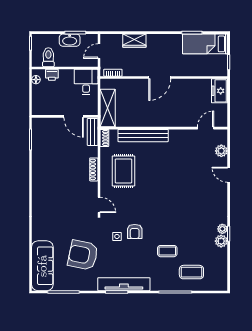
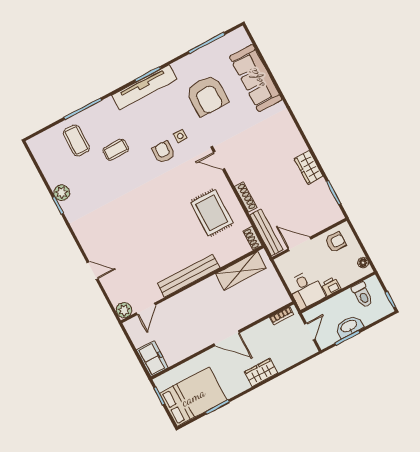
wardrobe: (134, 41) -> (261, 373), moved
bed: (205, 44) -> (193, 397), width x1.50
printer: (52, 75) -> (331, 286), moved
door: (160, 77) -> (227, 338), swing flipped
armchair: (47, 104) -> (336, 242), added
shelving: (108, 108) -> (241, 271), moved, turned 90
bench: (93, 132) -> (266, 232), width x1.36
bench: (143, 136) -> (189, 276), moved
plant: (221, 151) -> (124, 310), moved
wardrobe: (39, 167) -> (309, 167), added
plant: (222, 229) -> (68, 207), removed
armchair: (83, 255) -> (207, 95), turned 78
sofa: (42, 266) -> (256, 78), moved
coffee table: (191, 272) -> (76, 141), turned 90

